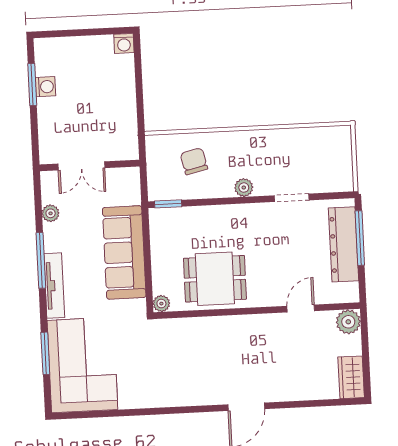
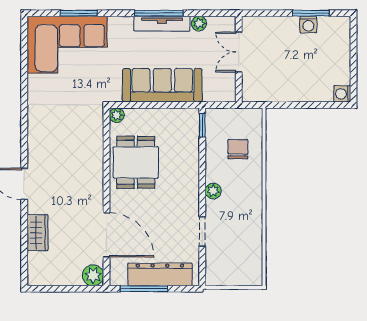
chair: (194, 161) -> (238, 149), turned -77
window: (360, 238) -> (144, 289), moved
tv unit: (54, 286) -> (162, 24), moved
door: (301, 308) -> (107, 235), width x1.88
wardrobe: (351, 377) -> (38, 233), moved, turned 90

